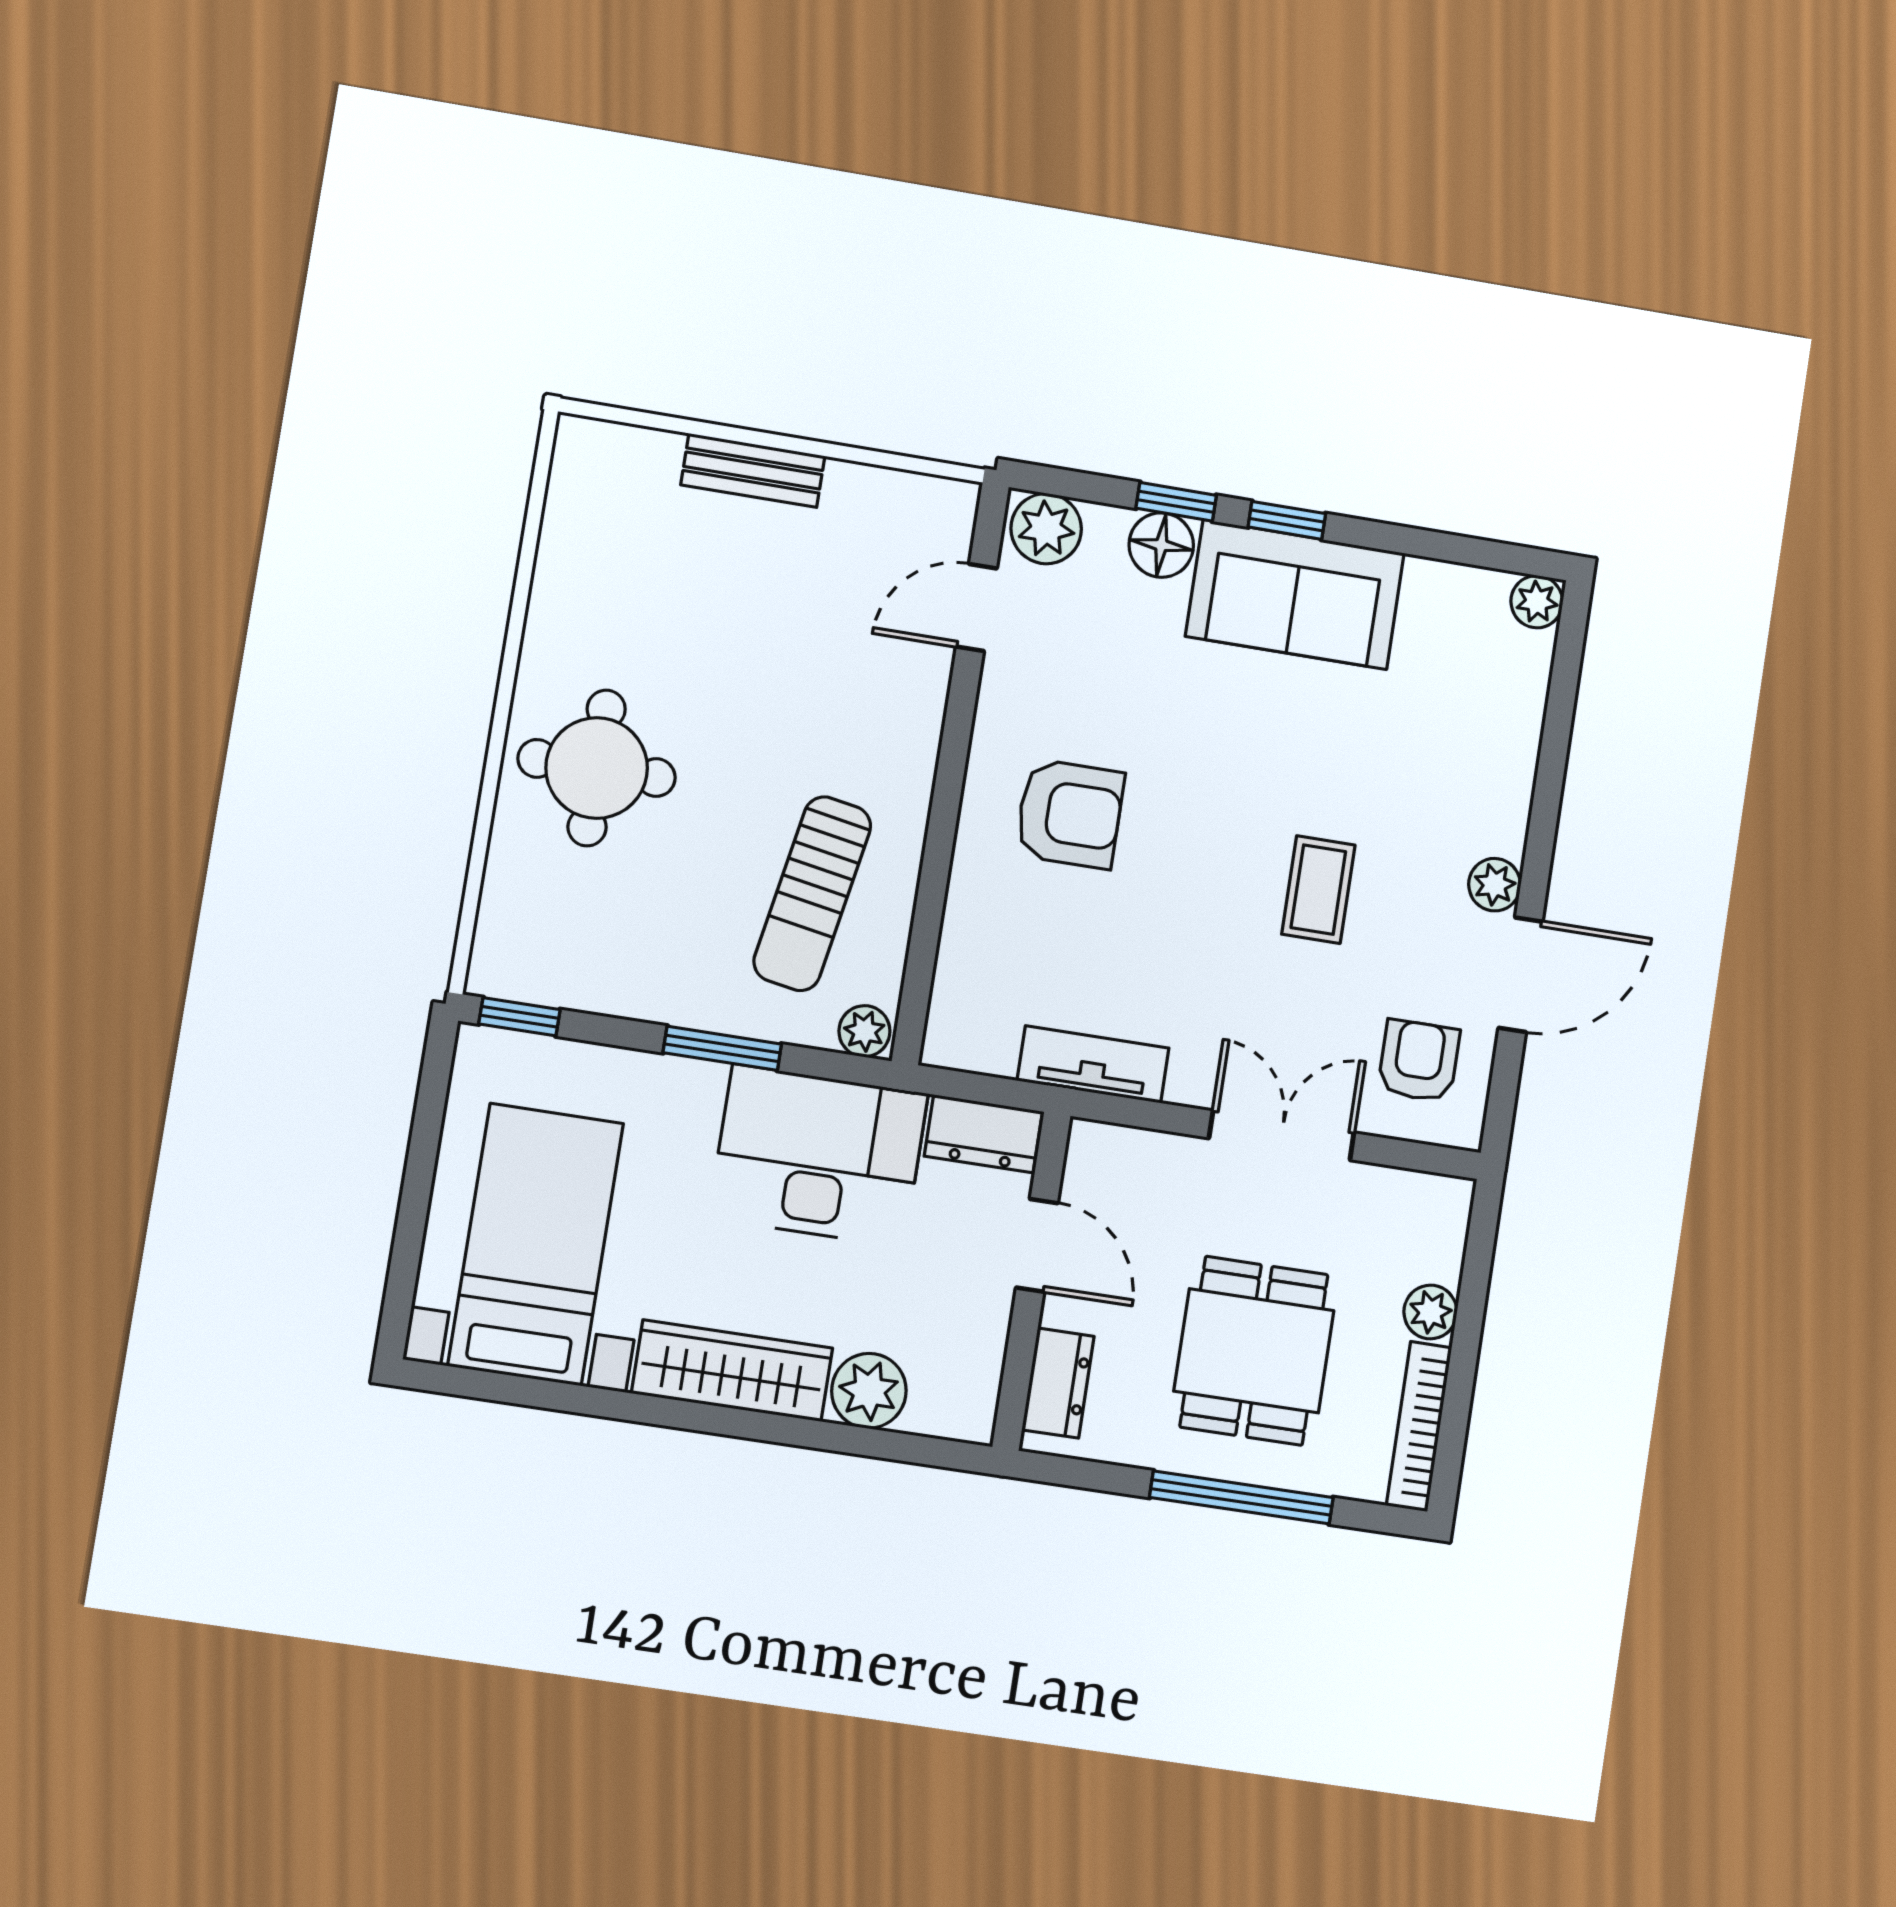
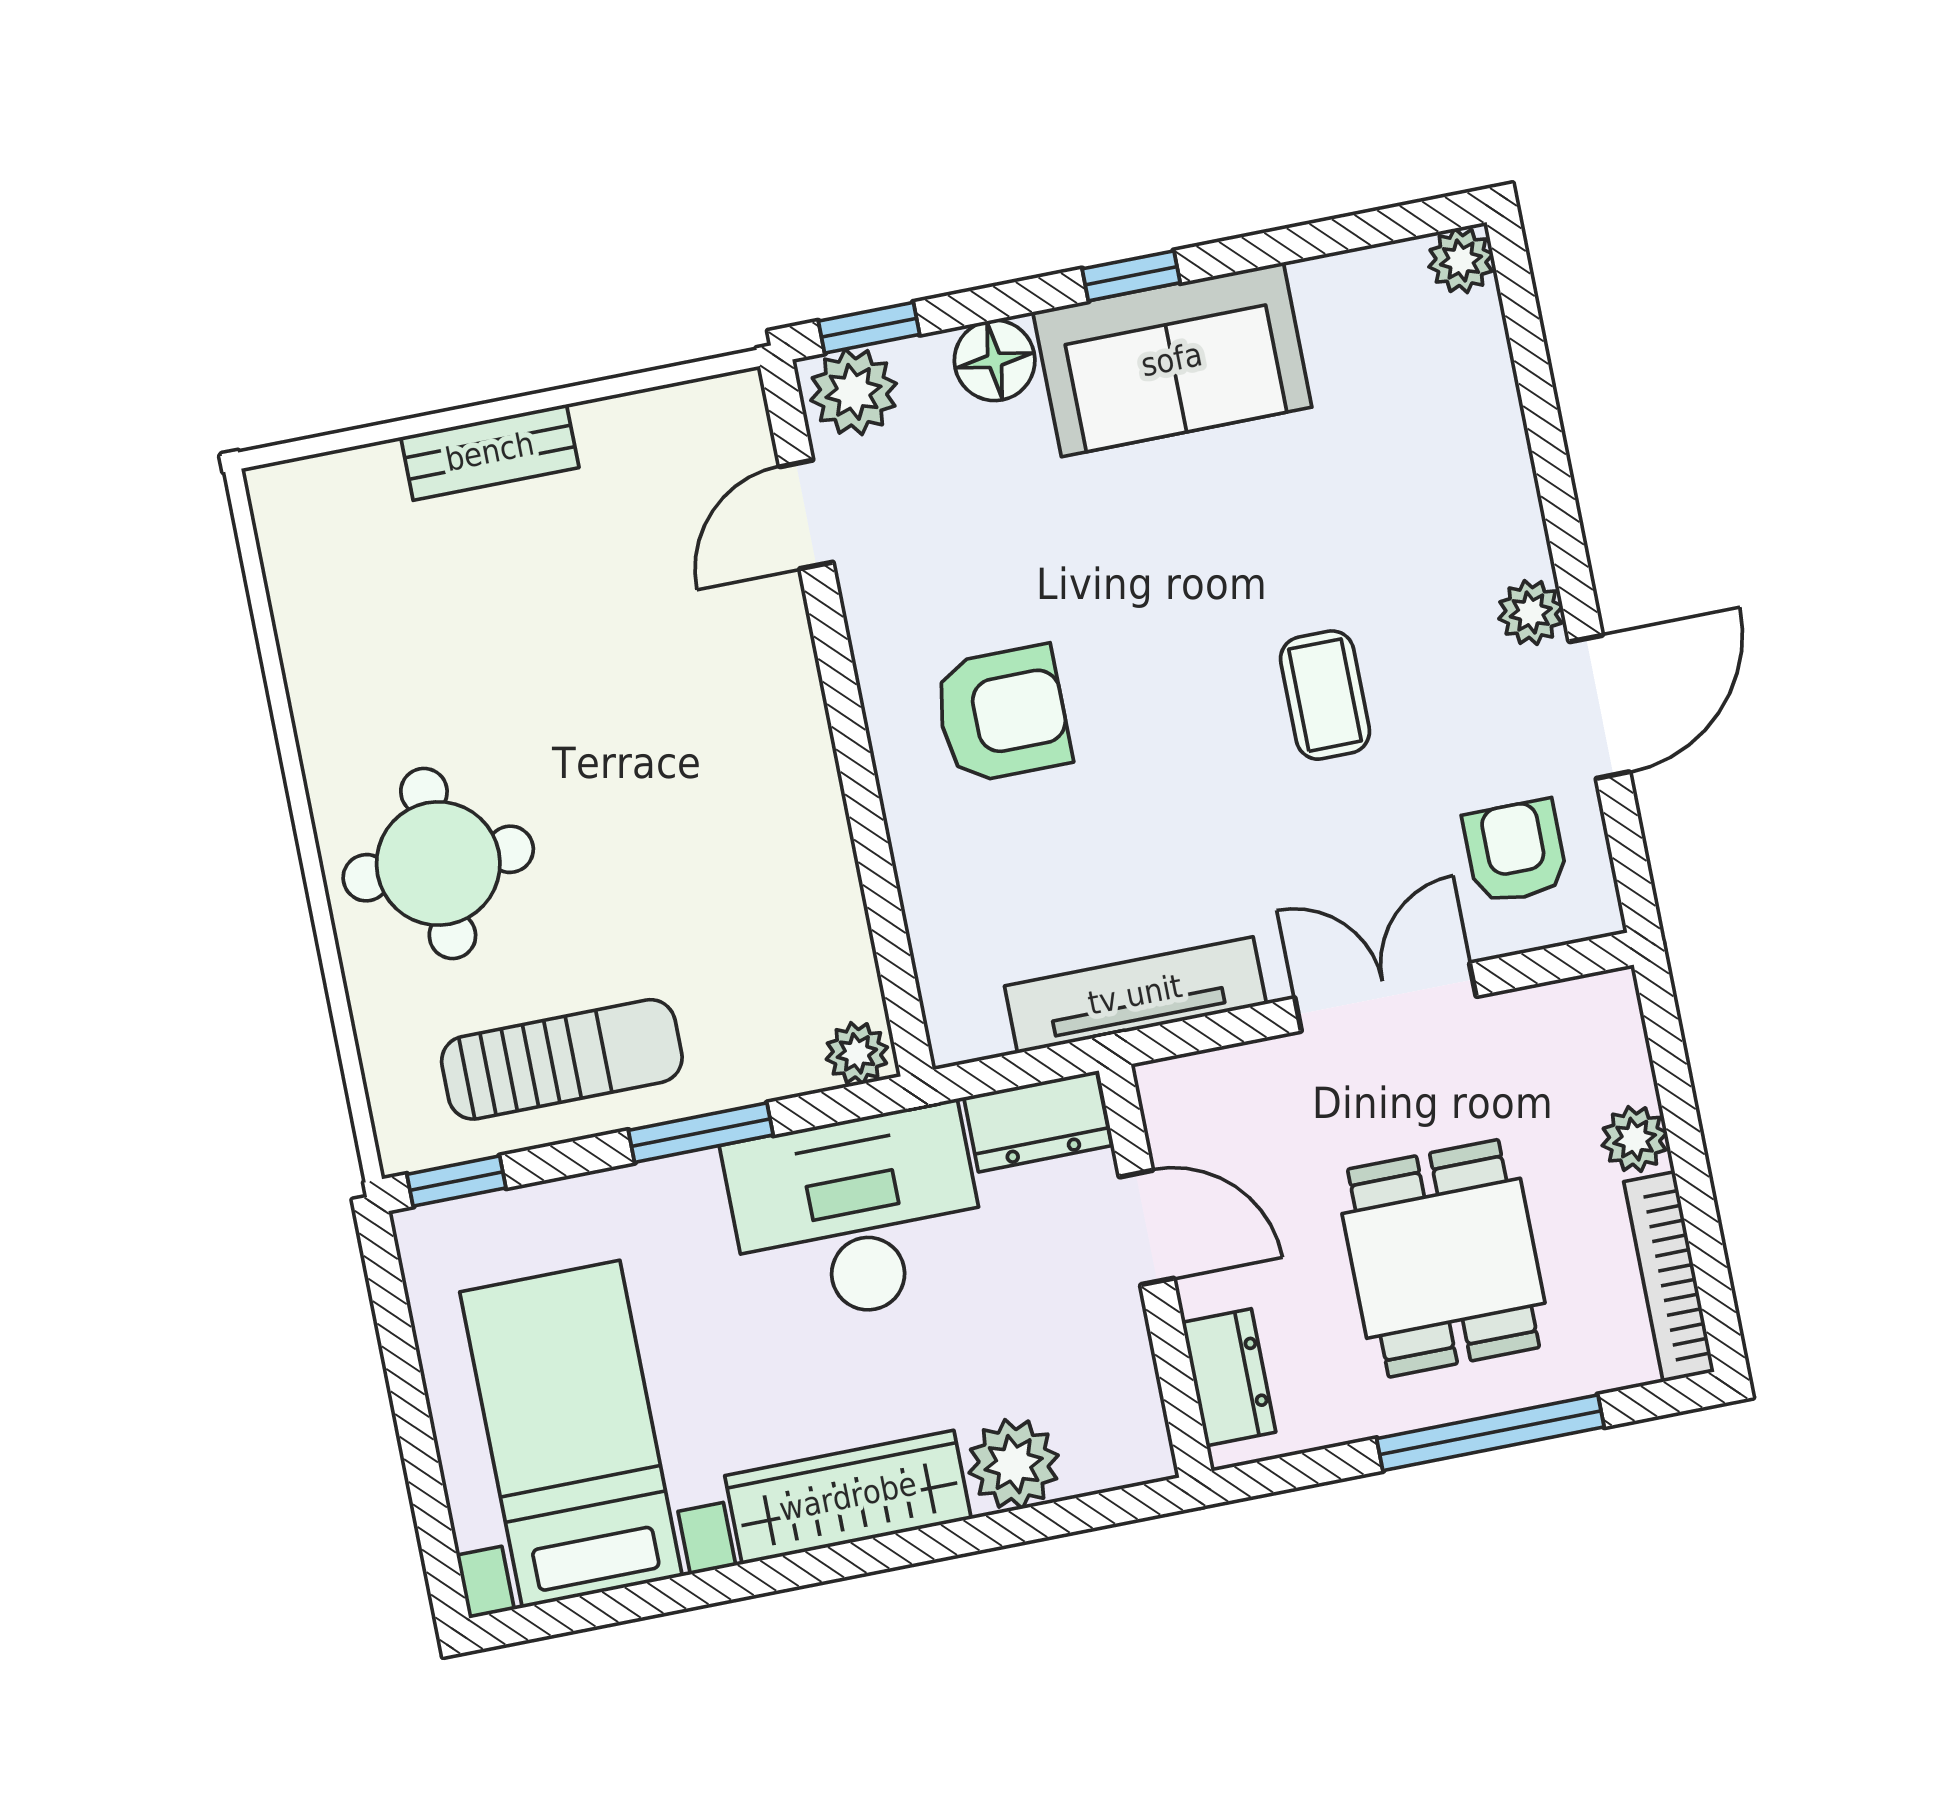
window: (1176, 502) -> (869, 328), moved
sun lounger: (812, 894) -> (562, 1059), moved, turned -100
tv unit: (1093, 1064) -> (1135, 995), width x1.41

